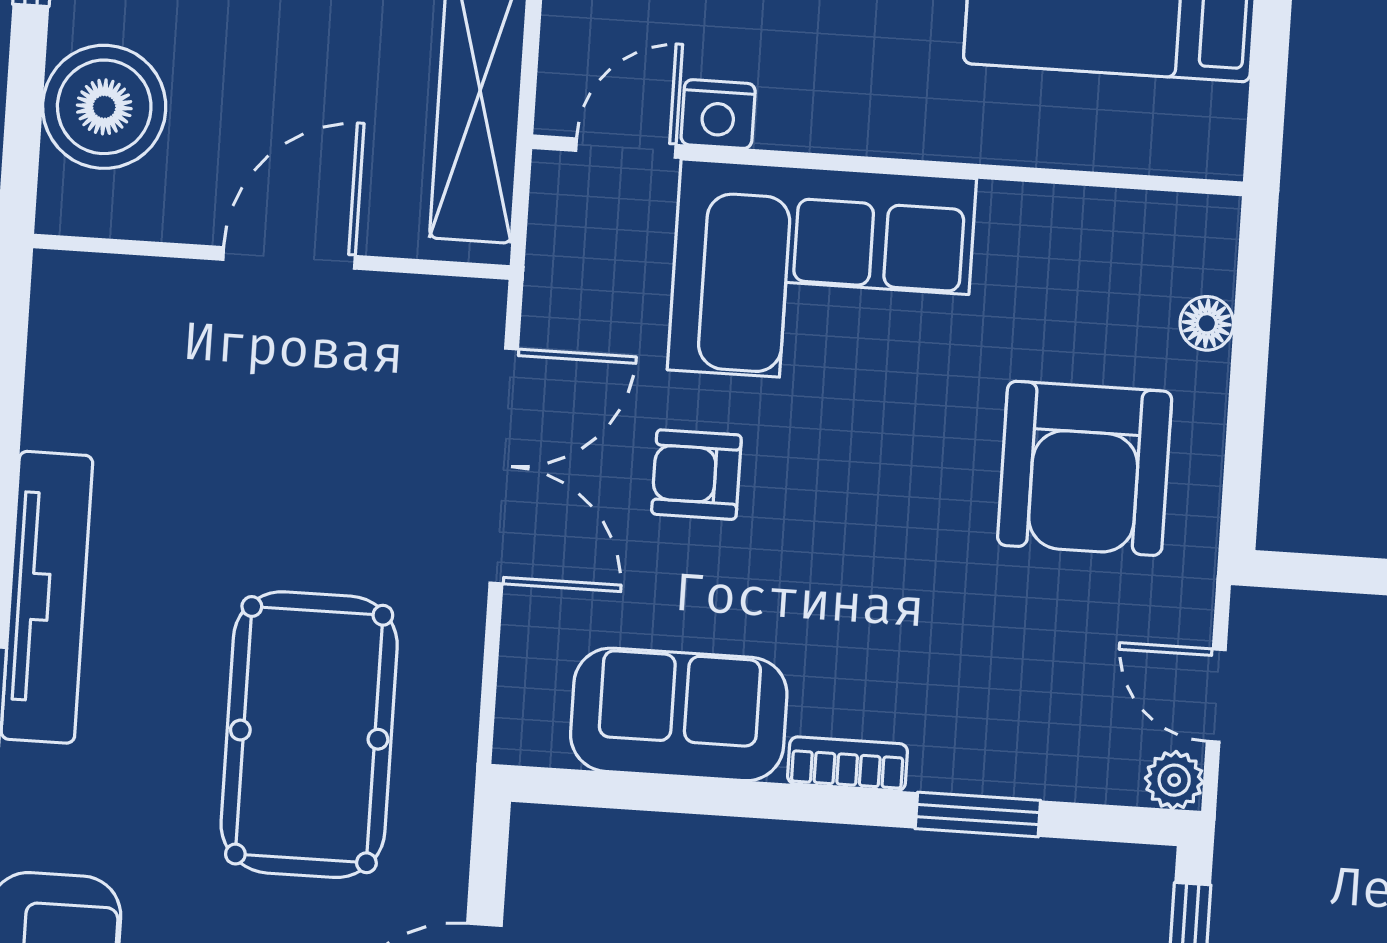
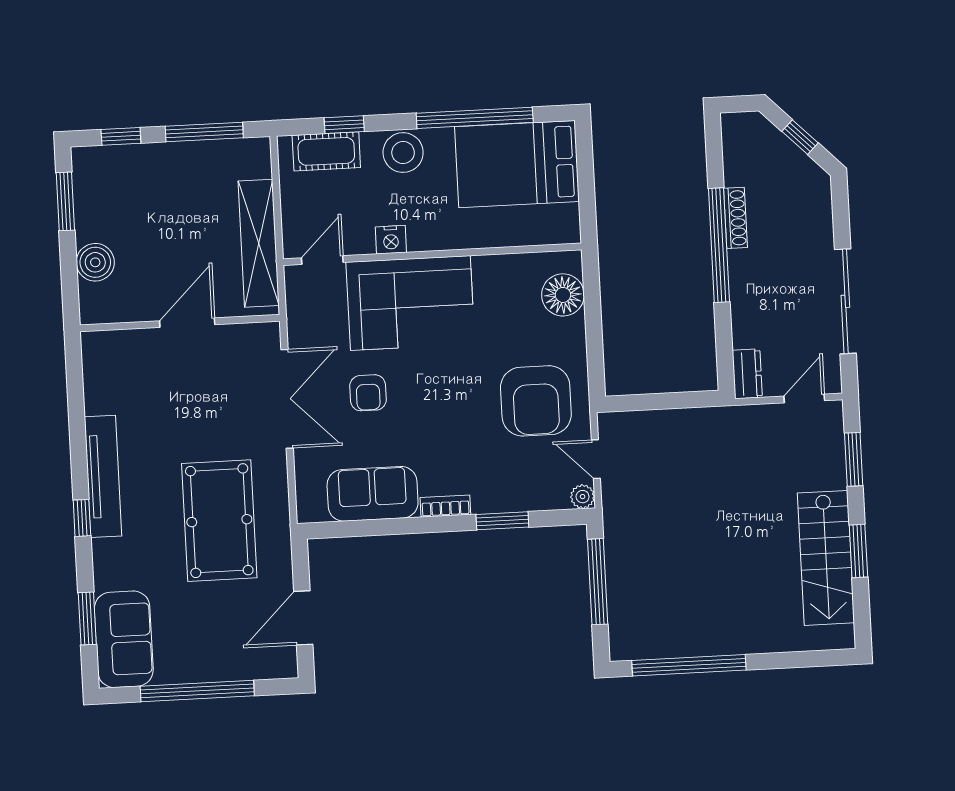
boiler: (104, 107) -> (95, 262), width x0.73, depth x0.73
nightstand: (718, 114) -> (391, 240), moved
floor lamp: (1207, 323) -> (563, 295), width x1.89, depth x1.89
armchair: (1085, 468) -> (536, 401), moved
armchair: (696, 475) -> (368, 393), turned -90

